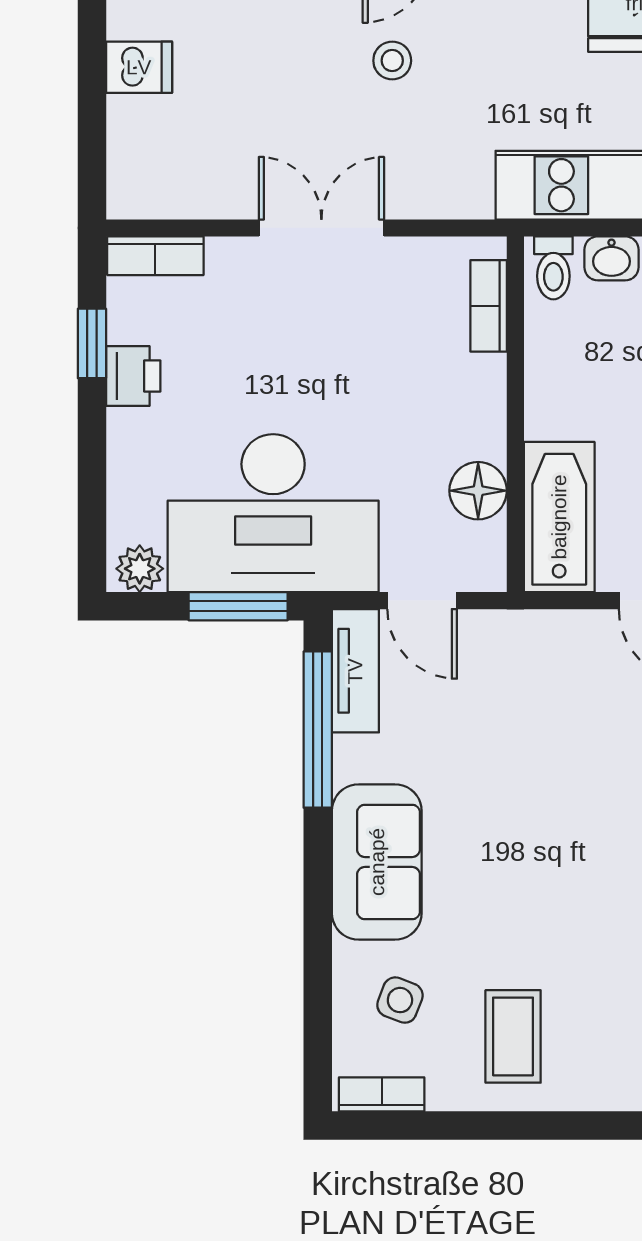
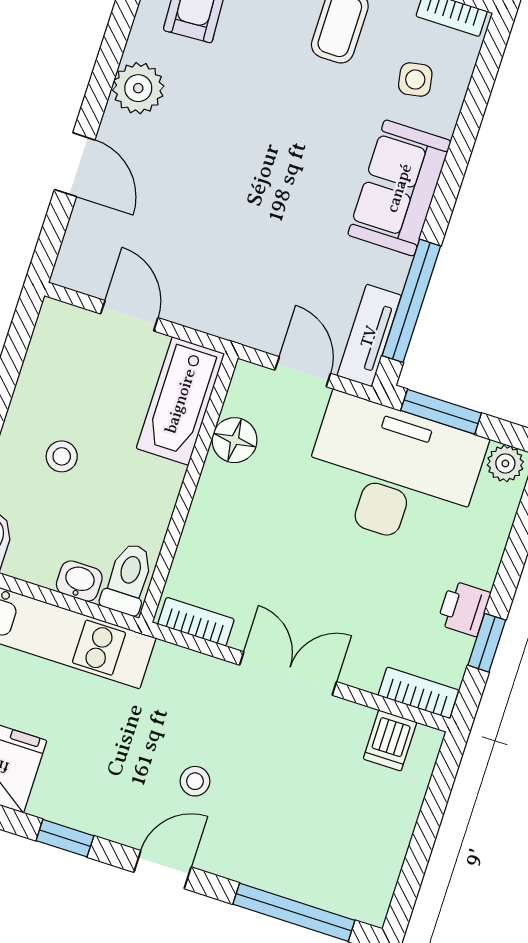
dishwasher: (139, 67) -> (390, 741), moved, turned -90
double door: (321, 228) -> (288, 673), swing flipped
toilet: (553, 268) -> (128, 579), width x1.37, depth x1.39
bookcase: (489, 306) -> (196, 622), moved, turned -90
side table: (400, 1000) -> (415, 80), turned -31

